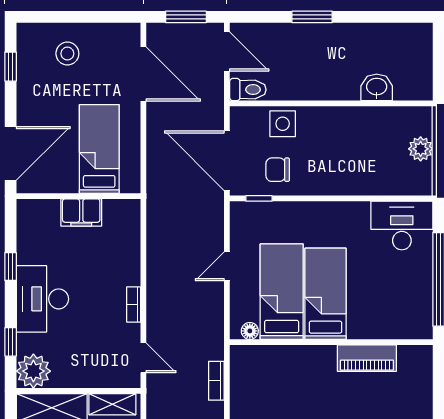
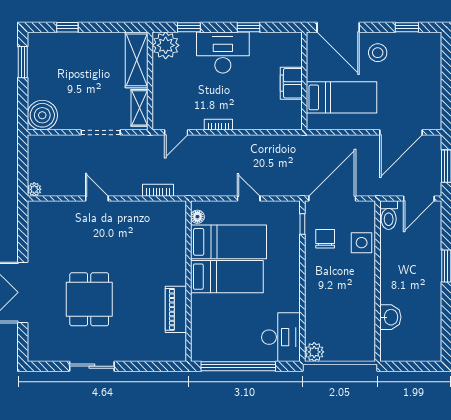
stool: (67, 54) -> (378, 53), moved
plant: (421, 149) -> (314, 352), moved

